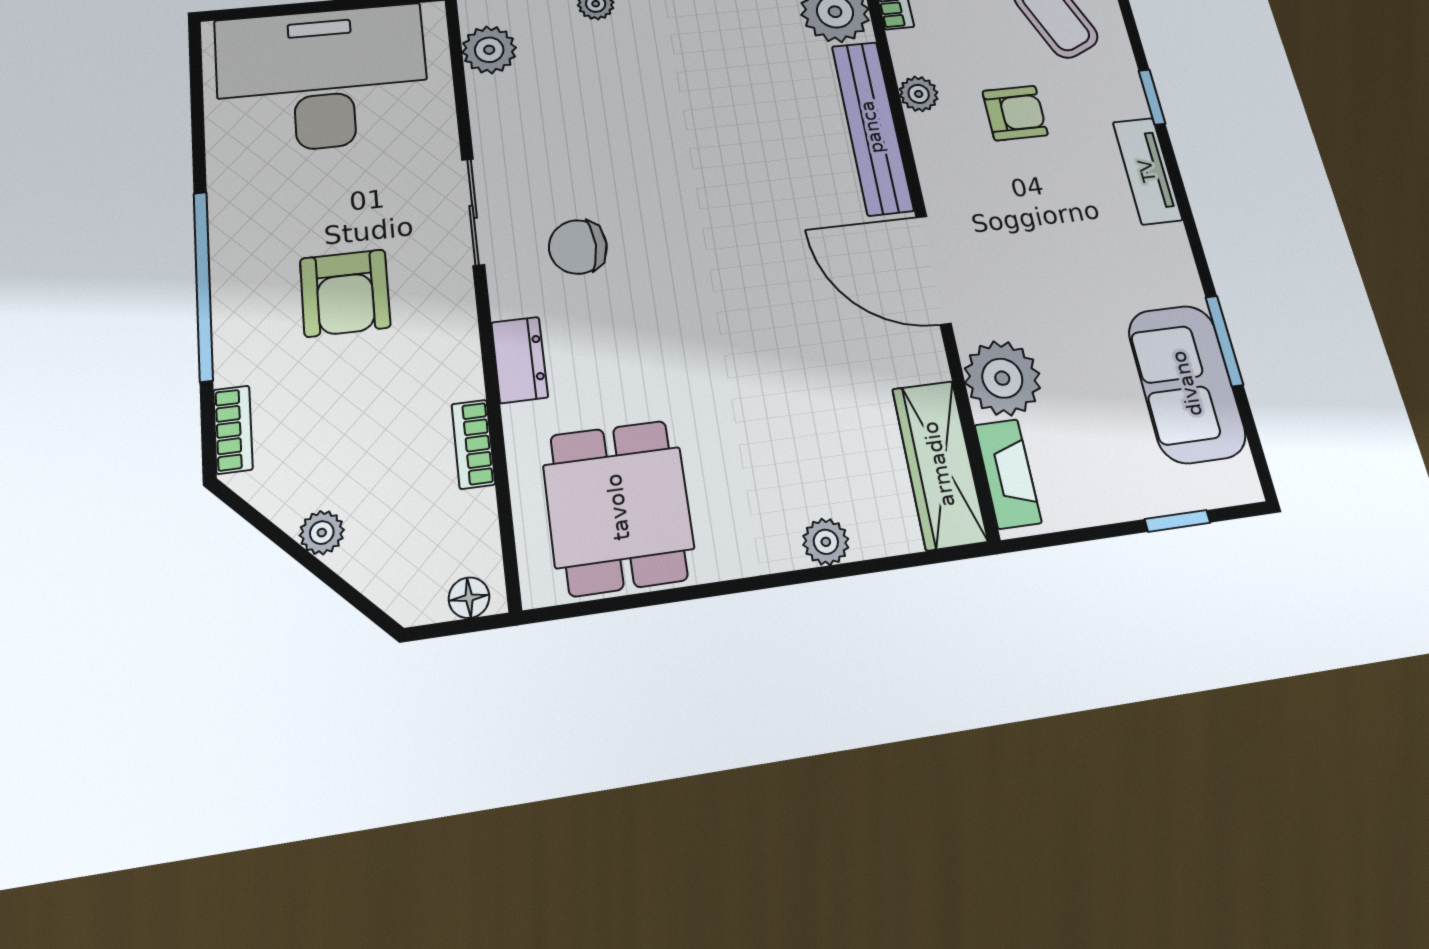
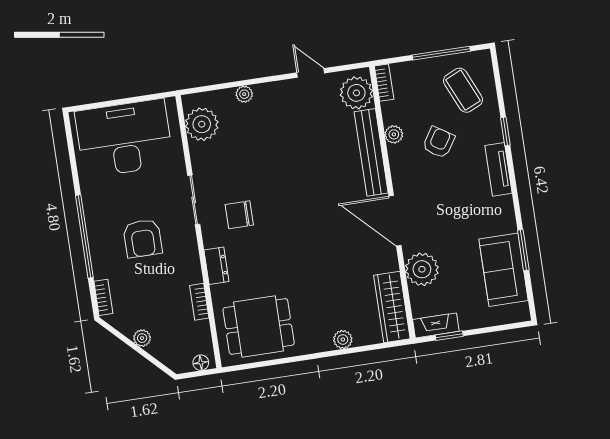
plant: (489, 50) -> (202, 124), width x1.36, depth x1.36
armchair: (1015, 113) -> (439, 142), turned -57
fireplace: (1008, 474) -> (436, 325), moved, turned -90
dining table: (618, 507) -> (259, 326), turned 90
window: (1177, 521) -> (449, 336), moved

